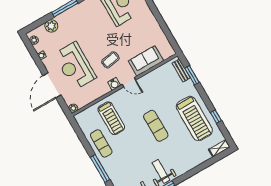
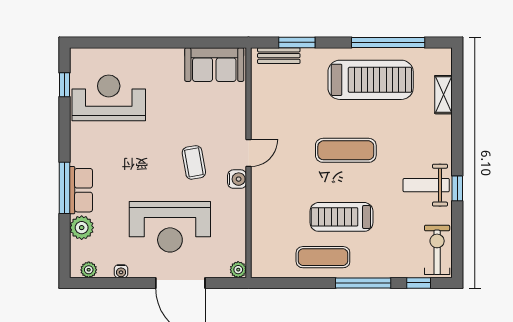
row of seats: (68, 16) -> (81, 190), added
sofa: (146, 61) -> (214, 65), moved, turned -90
window: (216, 117) -> (388, 42), width x3.17
treadmill: (111, 118) -> (341, 217), moved, turned 180
shelving: (219, 148) -> (443, 95), moved

